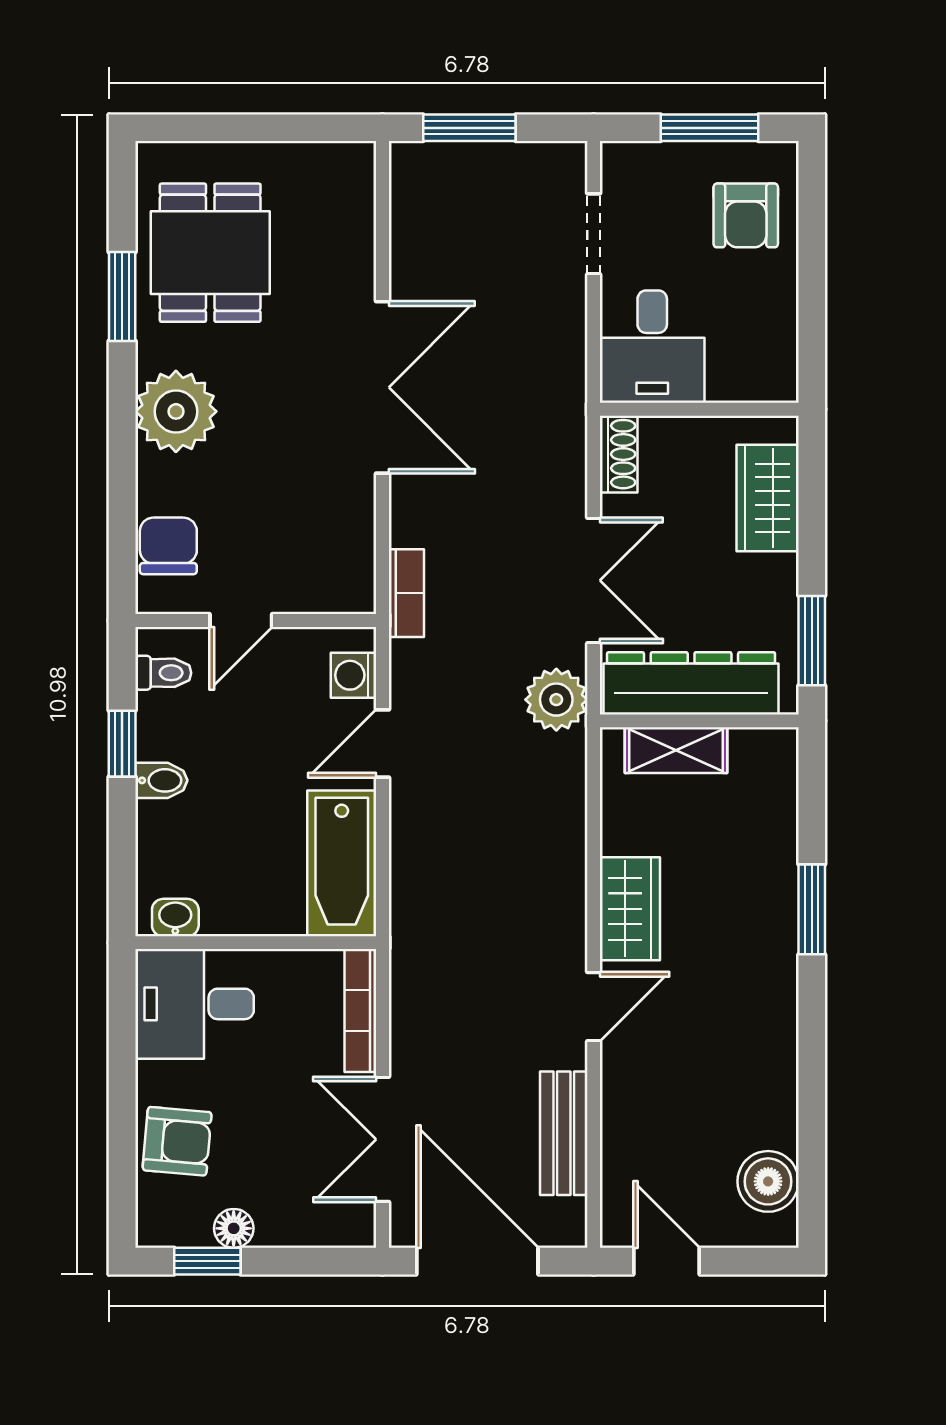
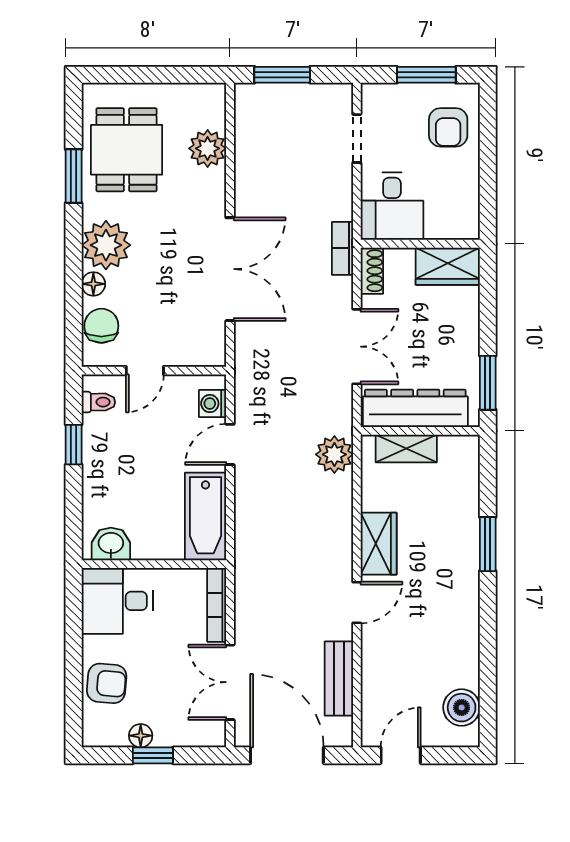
plant: (345, 251) -> (208, 148), added
double door: (382, 387) -> (230, 269), moved
floor lamp: (155, 476) -> (93, 284), added
wardrobe: (768, 498) -> (448, 266), moved, turned -90
bookcase: (406, 593) -> (342, 248), moved, turned 180
plant: (556, 700) -> (334, 454), moved
bidet: (161, 780) -> (97, 467), removed
washbasin: (175, 918) -> (111, 544), width x1.38, depth x1.45
window: (207, 1261) -> (153, 755), moved
door: (667, 1261) -> (401, 755), hinge flipped

